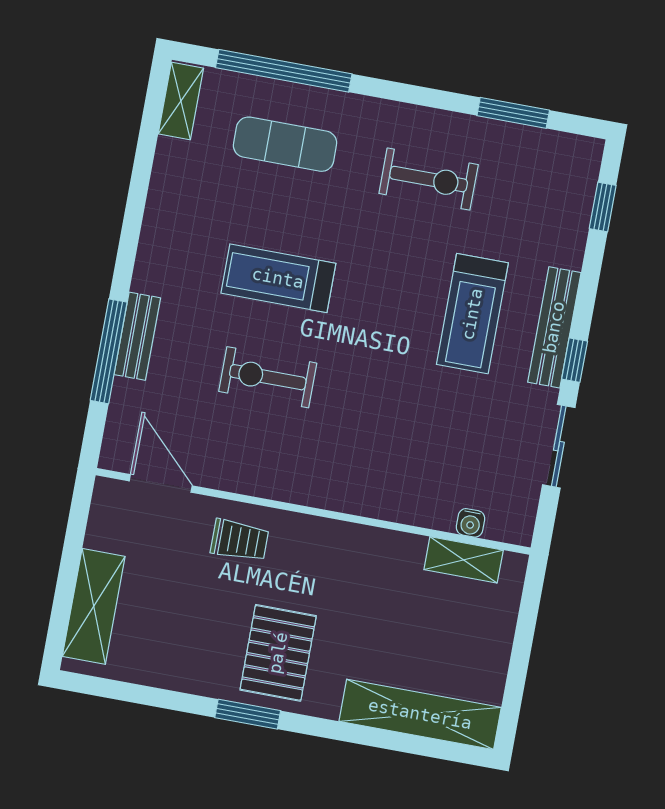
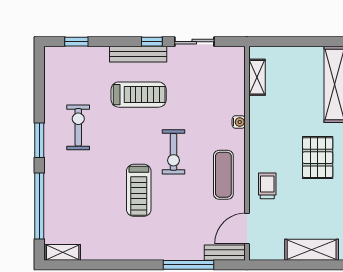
window: (513, 113) -> (39, 140), moved
exercise mat: (285, 144) -> (223, 175), moved
bench: (137, 336) -> (225, 253), moved
exercise bike: (268, 377) -> (173, 152), moved
water cooler: (470, 523) -> (239, 122), moved
pallet: (278, 653) -> (318, 158), turned 90

